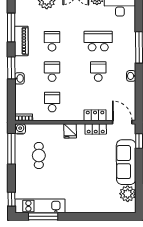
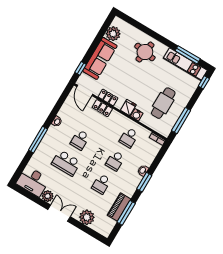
piano: (21, 41) -> (119, 207), moved
water cooler: (20, 129) -> (137, 115), moved
cafe table: (39, 156) -> (163, 103), width x1.37, depth x1.35
round table: (86, 194) -> (145, 52), added

